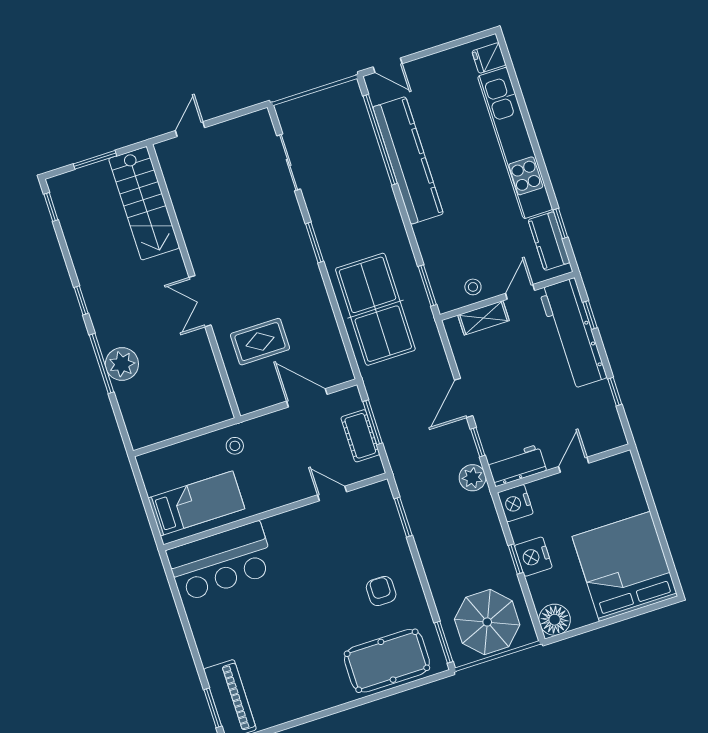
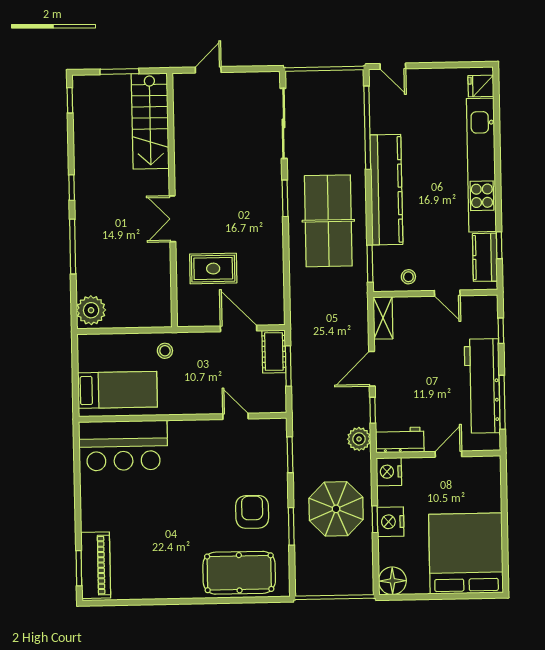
kitchen counter: (408, 160) -> (386, 190), moved
sliding door: (289, 162) -> (284, 123), width x1.37
door: (520, 292) -> (447, 293), swing flipped
table tennis table: (375, 309) -> (328, 221), moved
shelving: (483, 318) -> (383, 318), moved, turned 90
workbench: (573, 333) -> (482, 386), moved
plant: (122, 364) -> (91, 310), moved
window: (615, 392) -> (502, 402), width x2.17
cot: (360, 436) -> (274, 352), moved
armchair: (381, 591) -> (252, 512), width x1.38, depth x1.38
parasol: (487, 622) -> (336, 509), moved
window: (444, 642) -> (291, 526), moved

